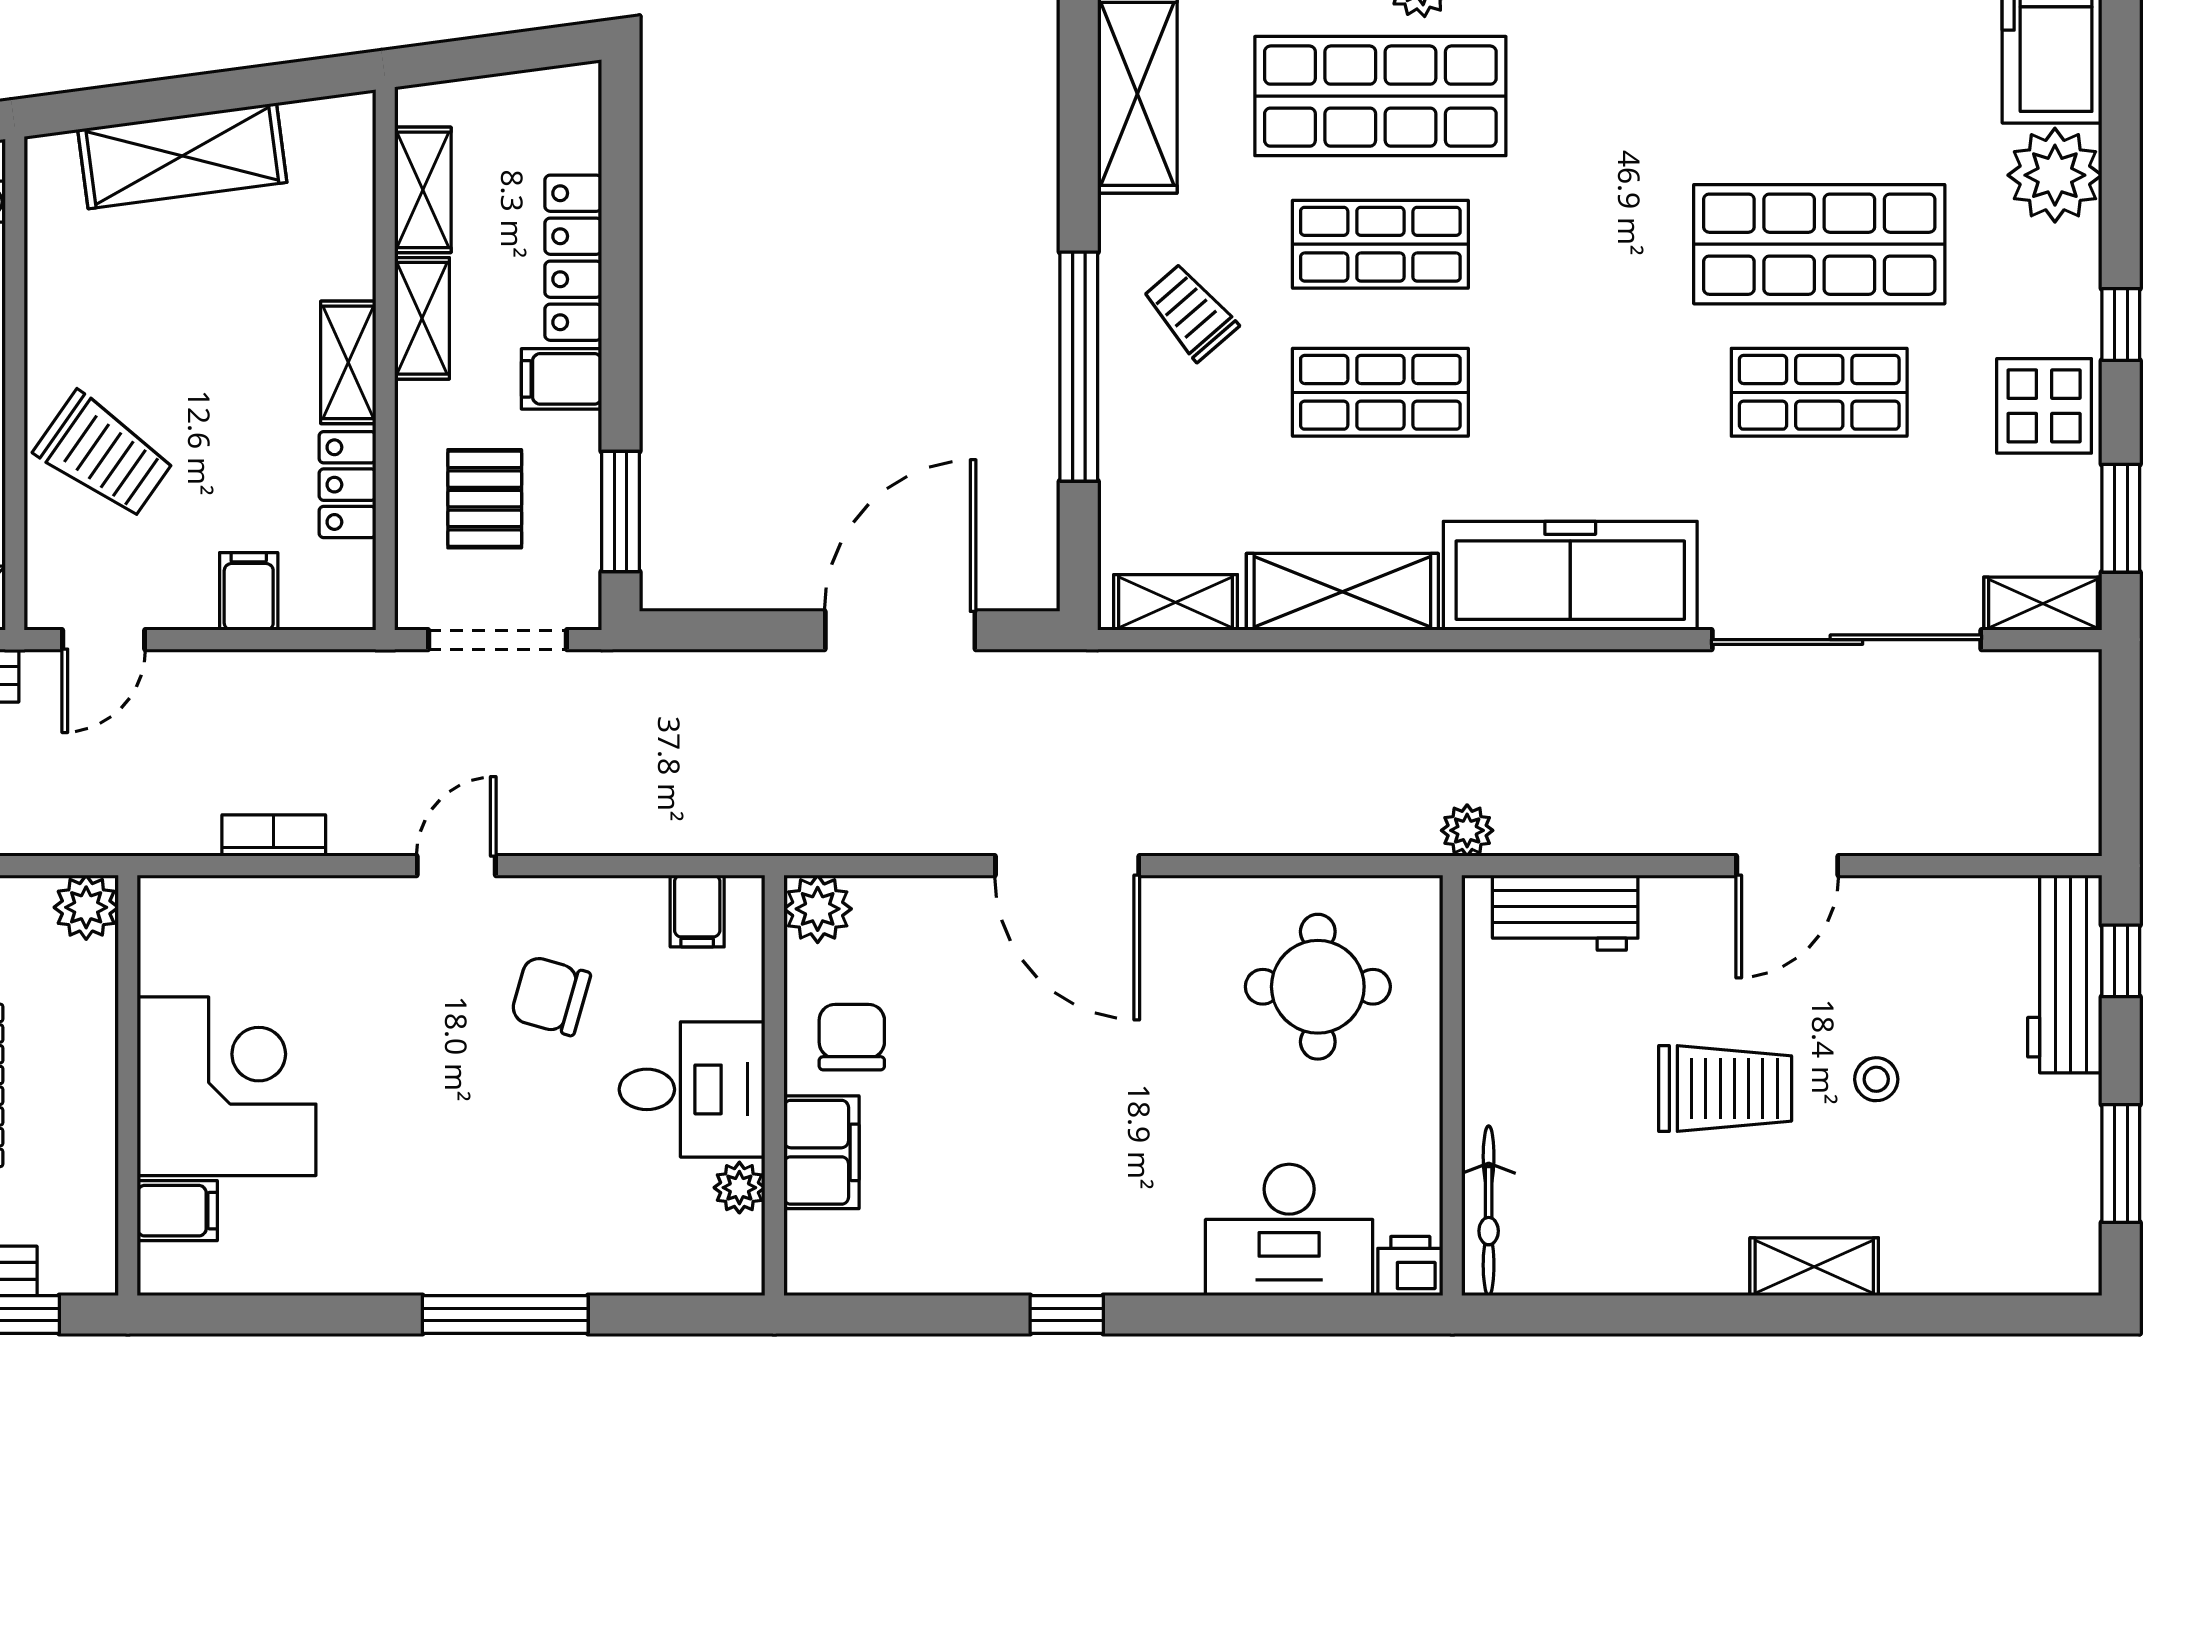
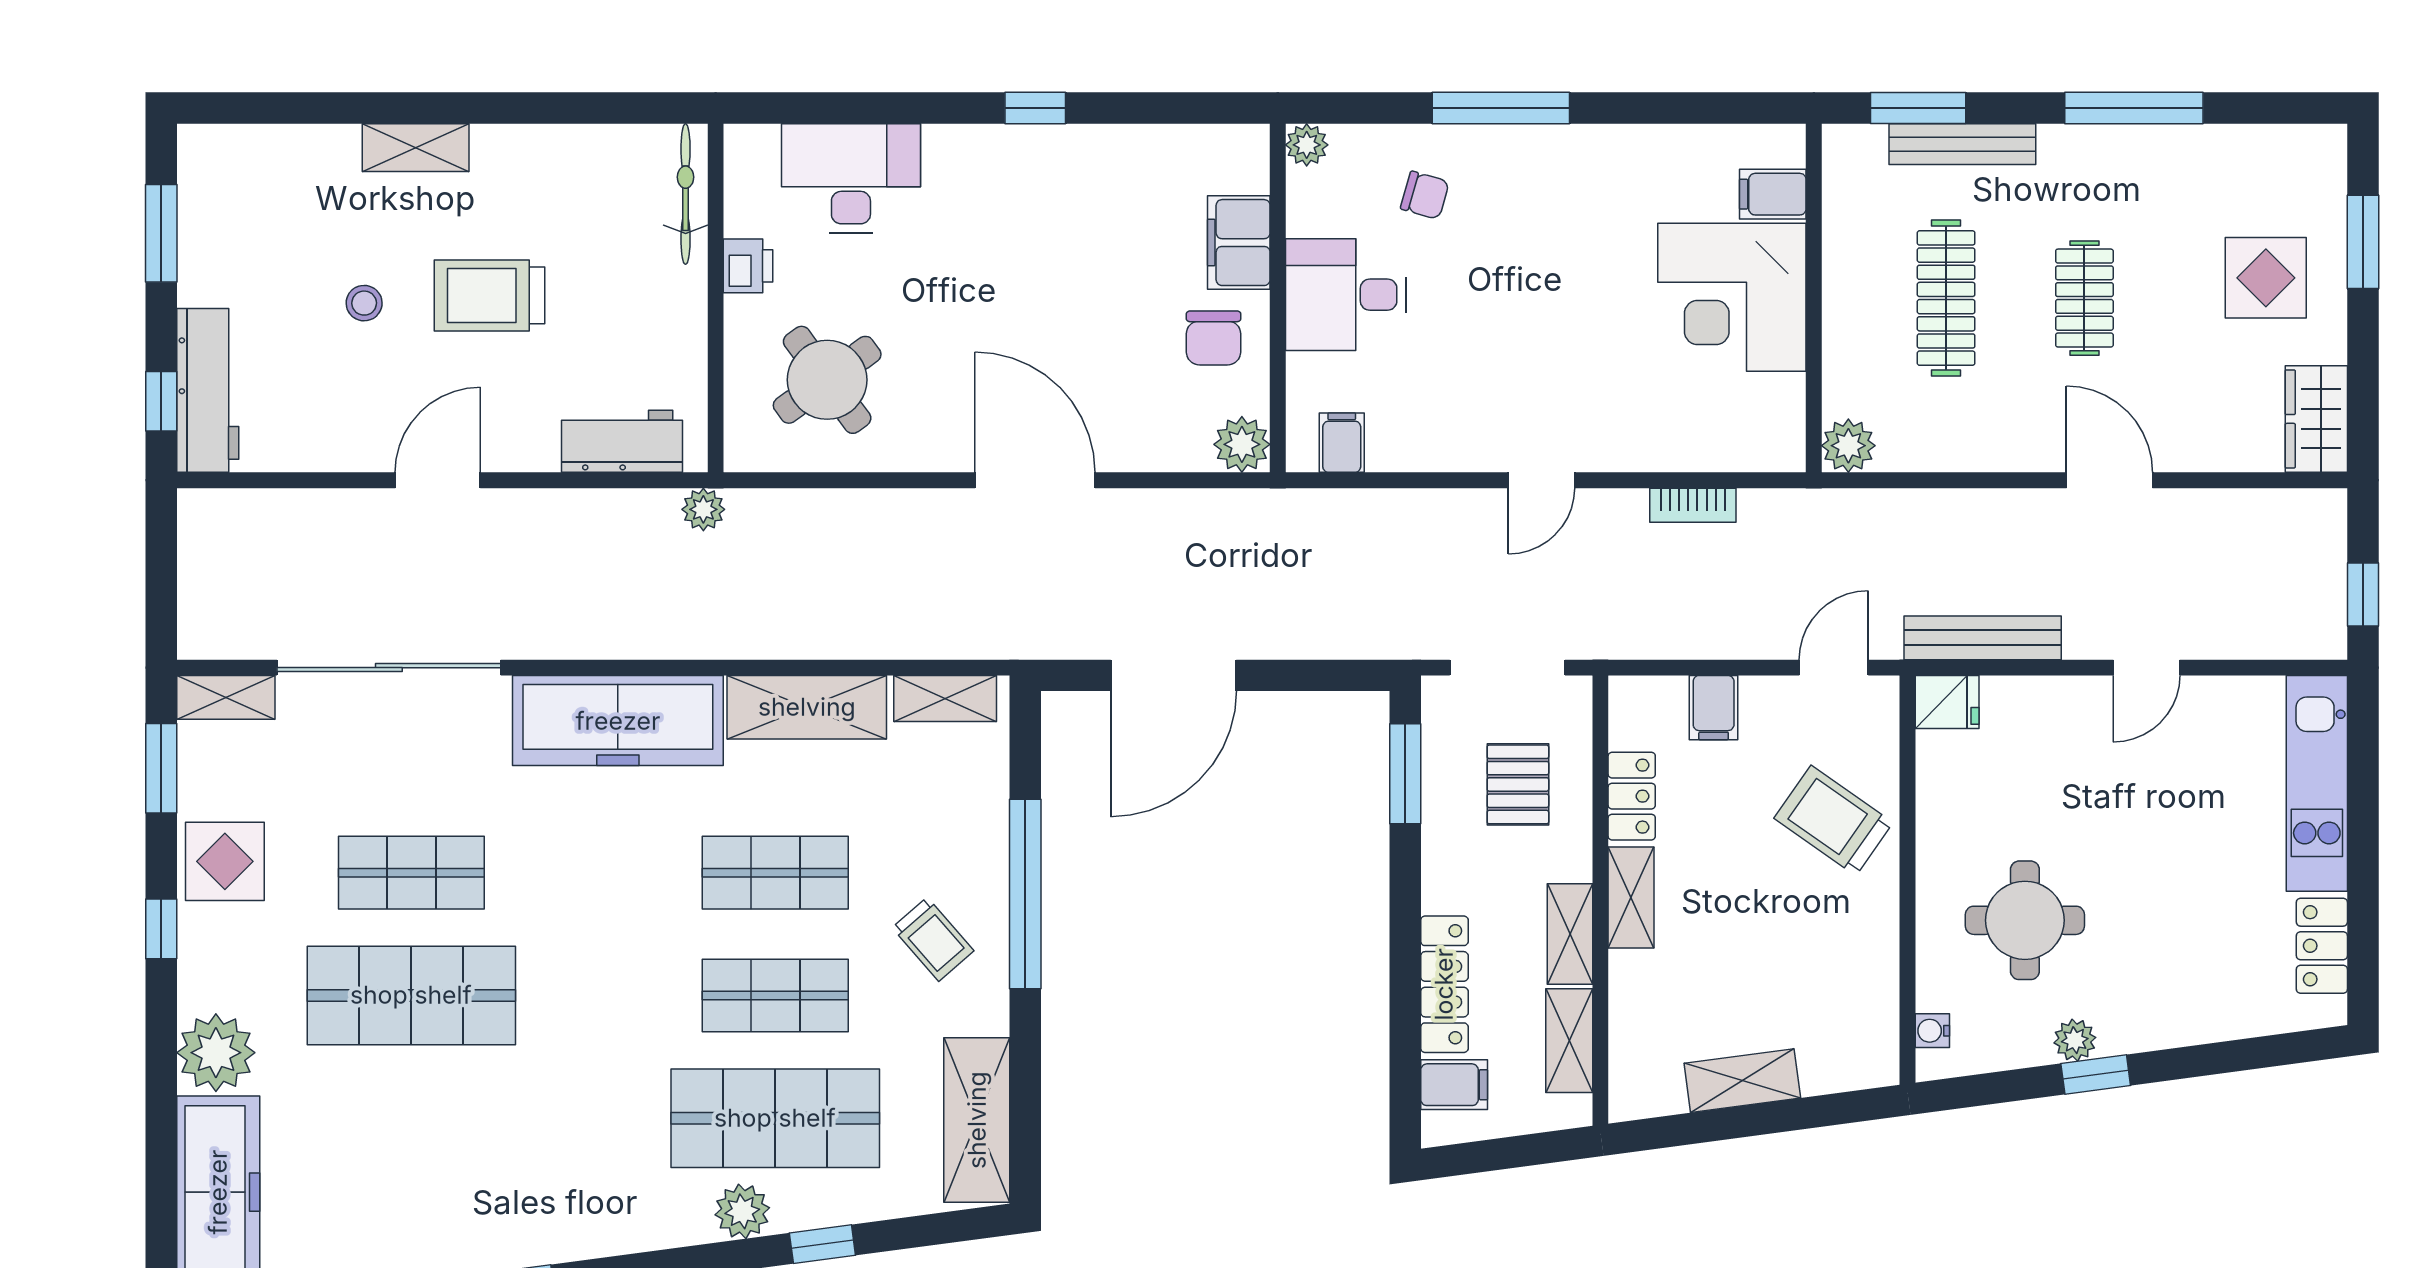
shelving: (182, 156) -> (1742, 1081), width x0.67, depth x0.75
filing cabinet: (562, 379) -> (1454, 1085), moved
round table: (1318, 987) -> (827, 380), turned -36
chair: (550, 996) -> (1425, 195), moved, width x0.73, depth x0.73
plant: (739, 1188) -> (1307, 145), moved
printer: (1410, 1266) -> (748, 266), moved, turned -90

